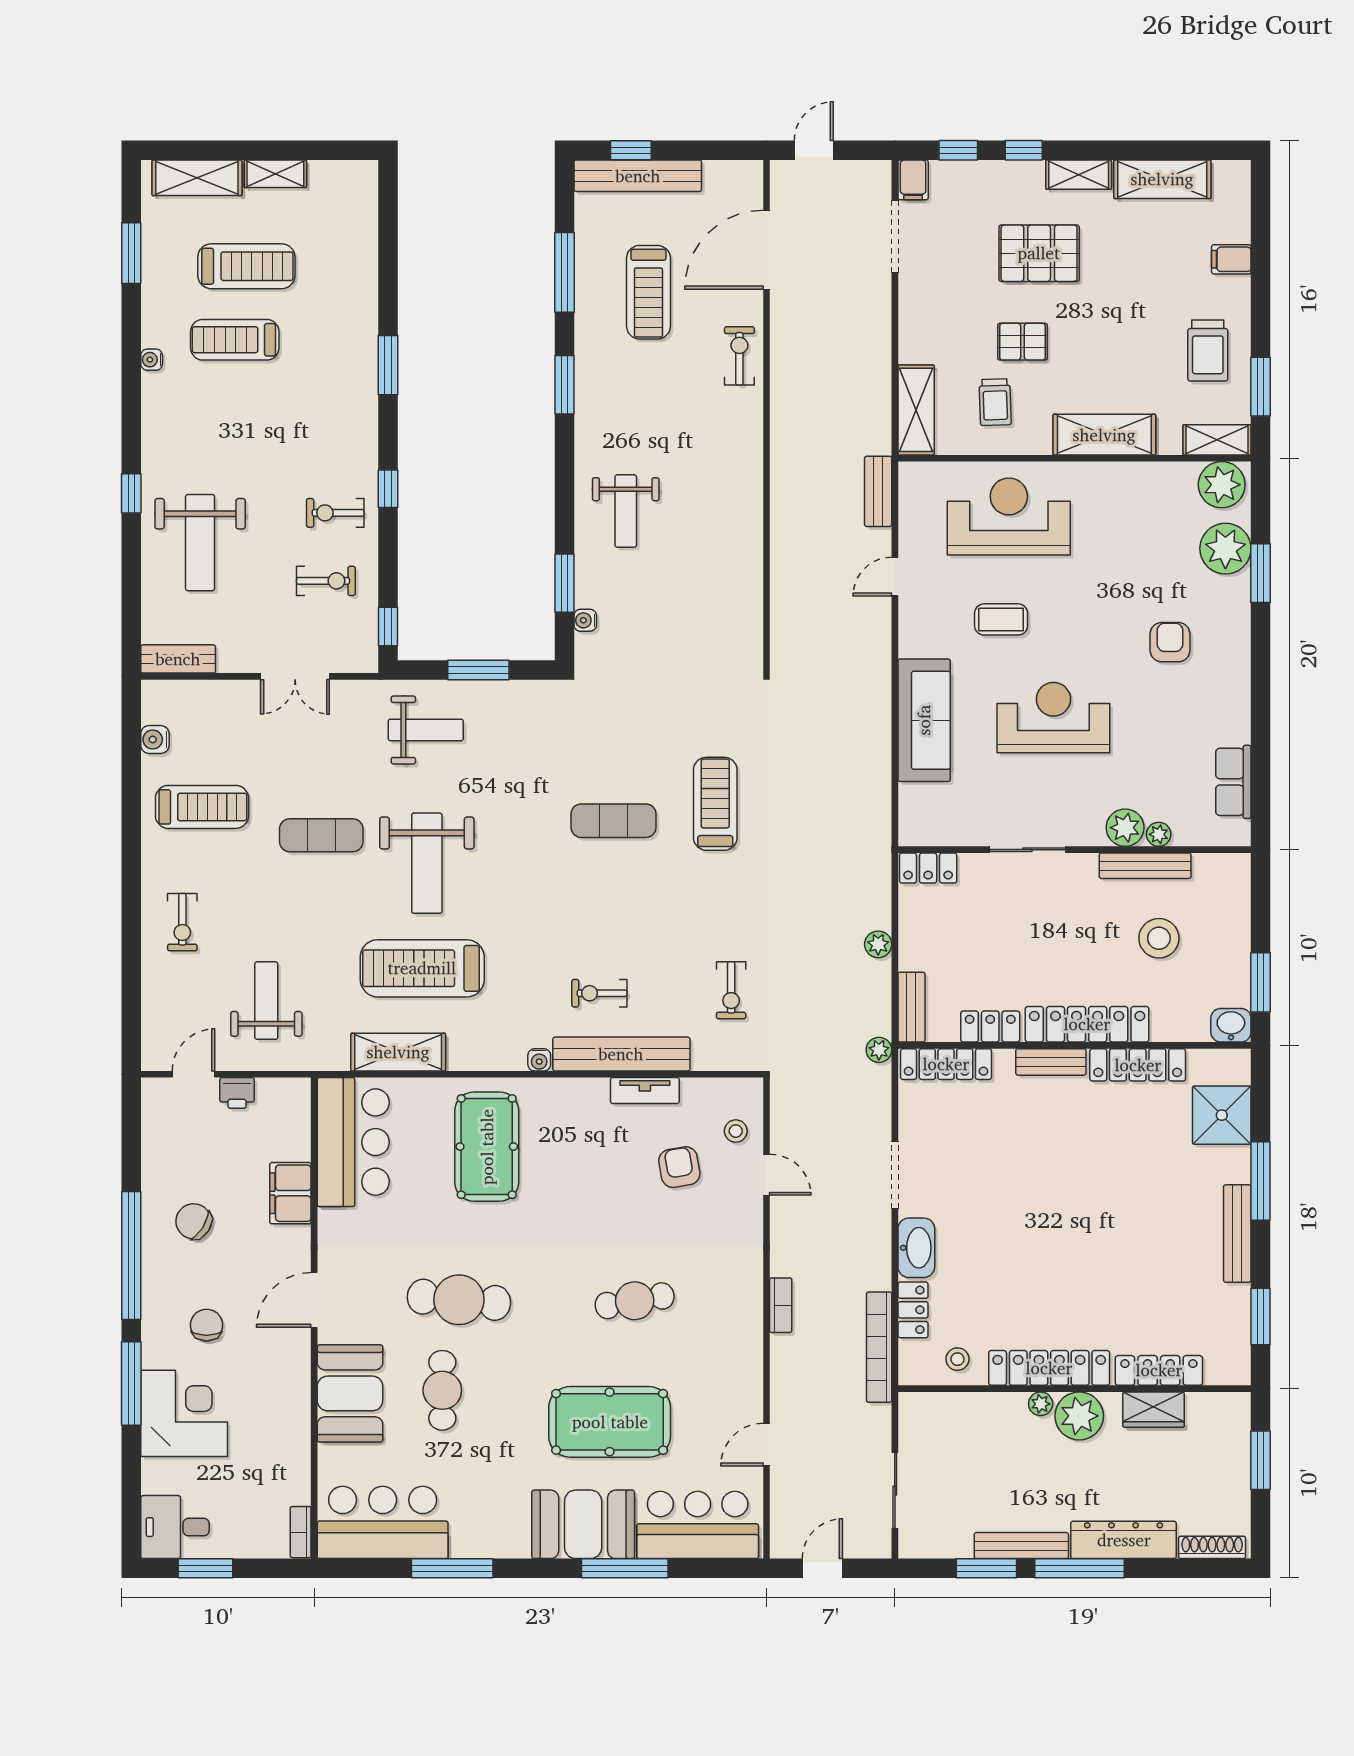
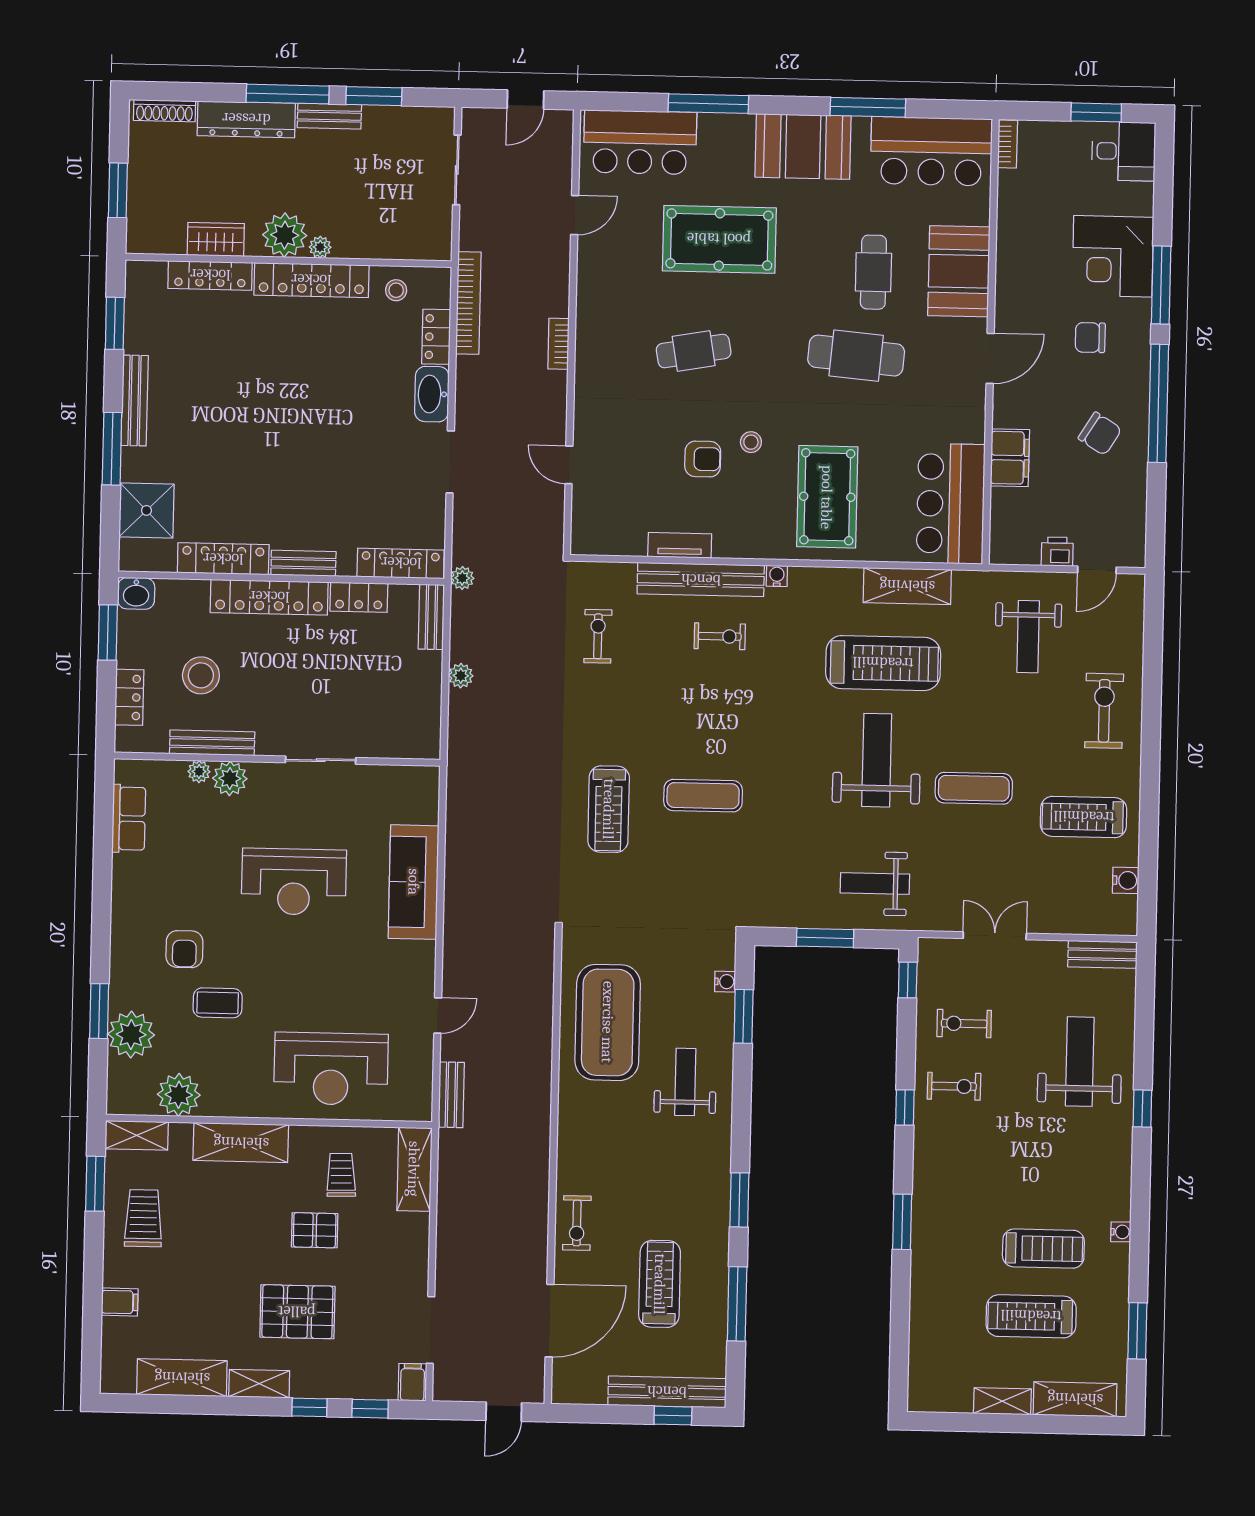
plant: (1222, 485) -> (179, 1095), moved
exercise mat: (711, 573) -> (608, 1022), added
coffee table: (1001, 619) -> (218, 1003), moved
locker: (928, 868) -> (129, 697), moved, turned 90
exercise bike: (182, 922) -> (1104, 711), width x1.38, depth x1.39
stool: (736, 1131) -> (751, 442), moved
armchair: (679, 1167) -> (703, 459), moved, turned -80
chair: (207, 1325) -> (1090, 338), turned 90
booth: (583, 1524) -> (803, 146), moved
bench: (1021, 1546) -> (329, 116), width x0.73

